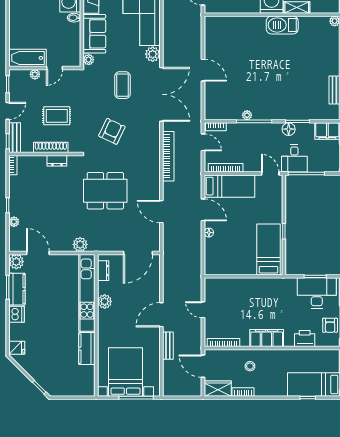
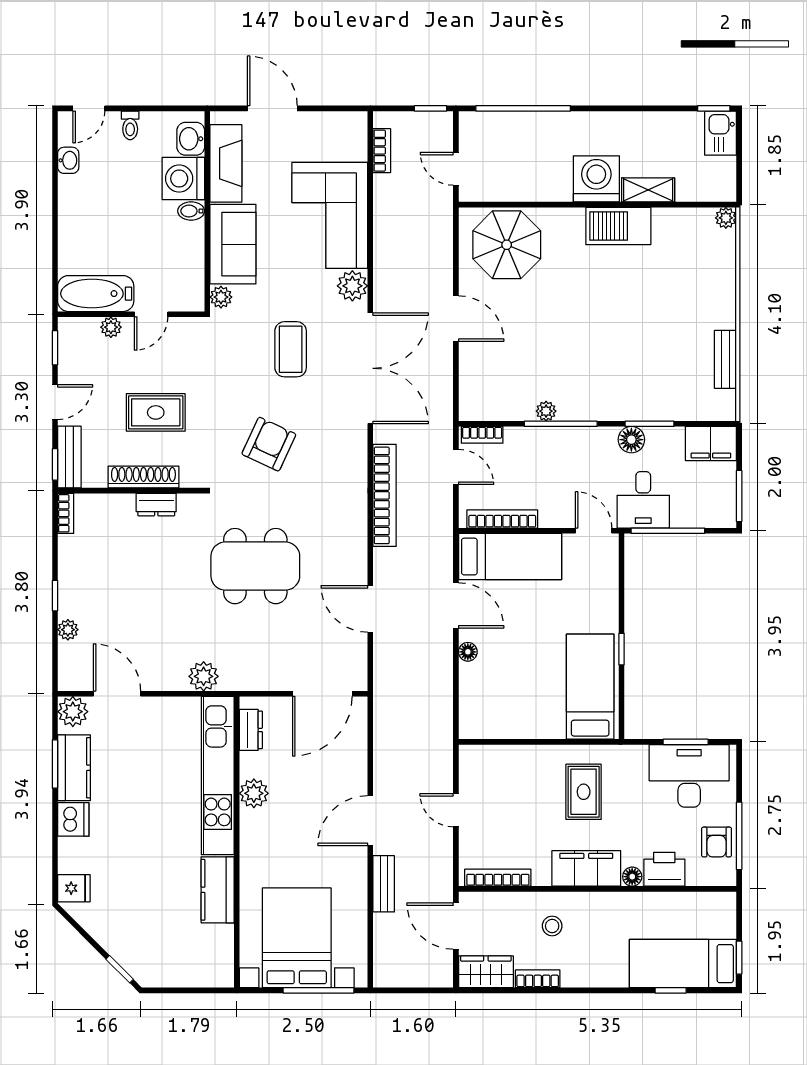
parasol: (228, 34) -> (507, 245), added
rug: (265, 301) -> (584, 792), added
floor lamp: (289, 342) -> (632, 877), added

